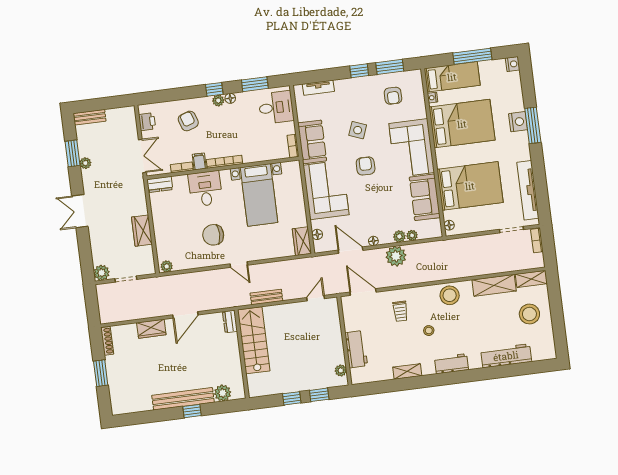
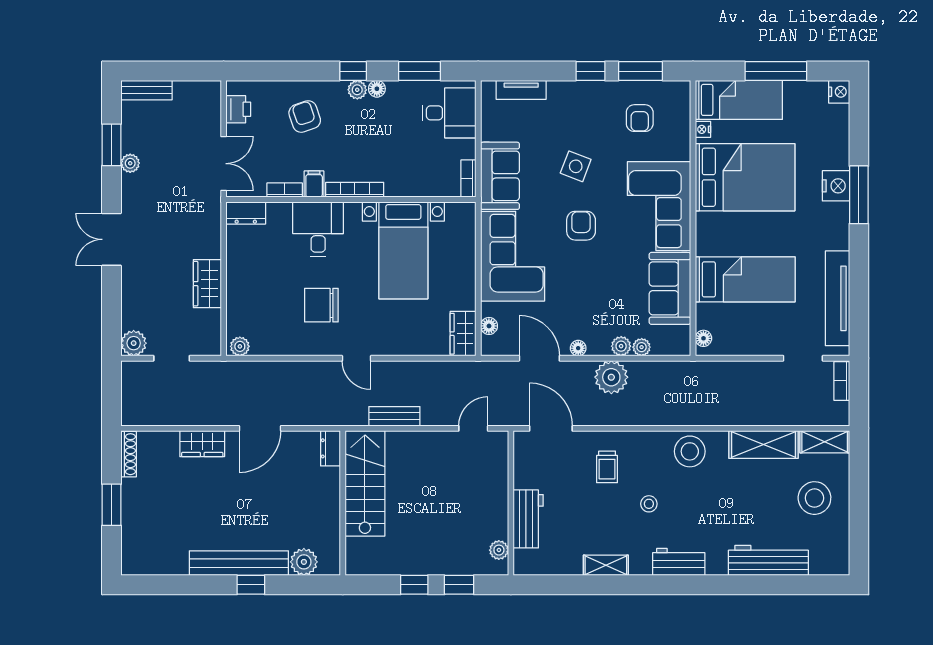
bed: (470, 186) -> (745, 279), width x0.67

